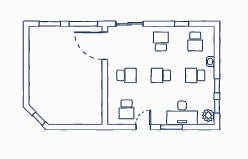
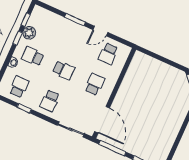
school desk: (127, 75) -> (94, 84), turned 90
school desk: (195, 75) -> (33, 56), turned 180
school desk: (127, 109) -> (108, 54), turned 180
desk: (182, 113) -> (60, 28), removed
plant: (208, 115) -> (29, 33), moved

